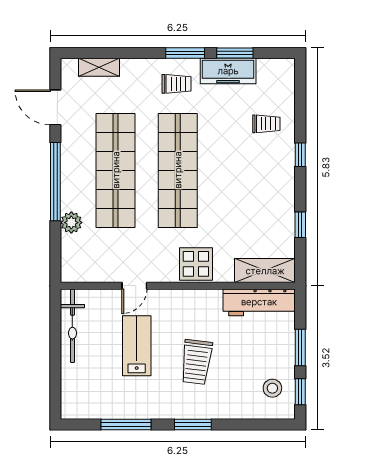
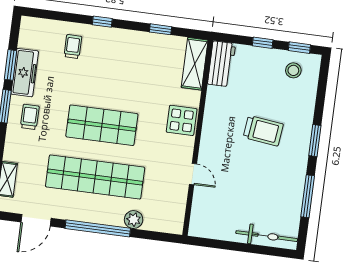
shop shelf: (178, 170) -> (102, 125), width x0.71
workbench: (259, 302) -> (222, 64), width x0.73
bicycle: (72, 326) -> (267, 236), moved
lab bench: (137, 346) -> (243, 179), removed
window: (300, 348) -> (263, 43), width x0.67

